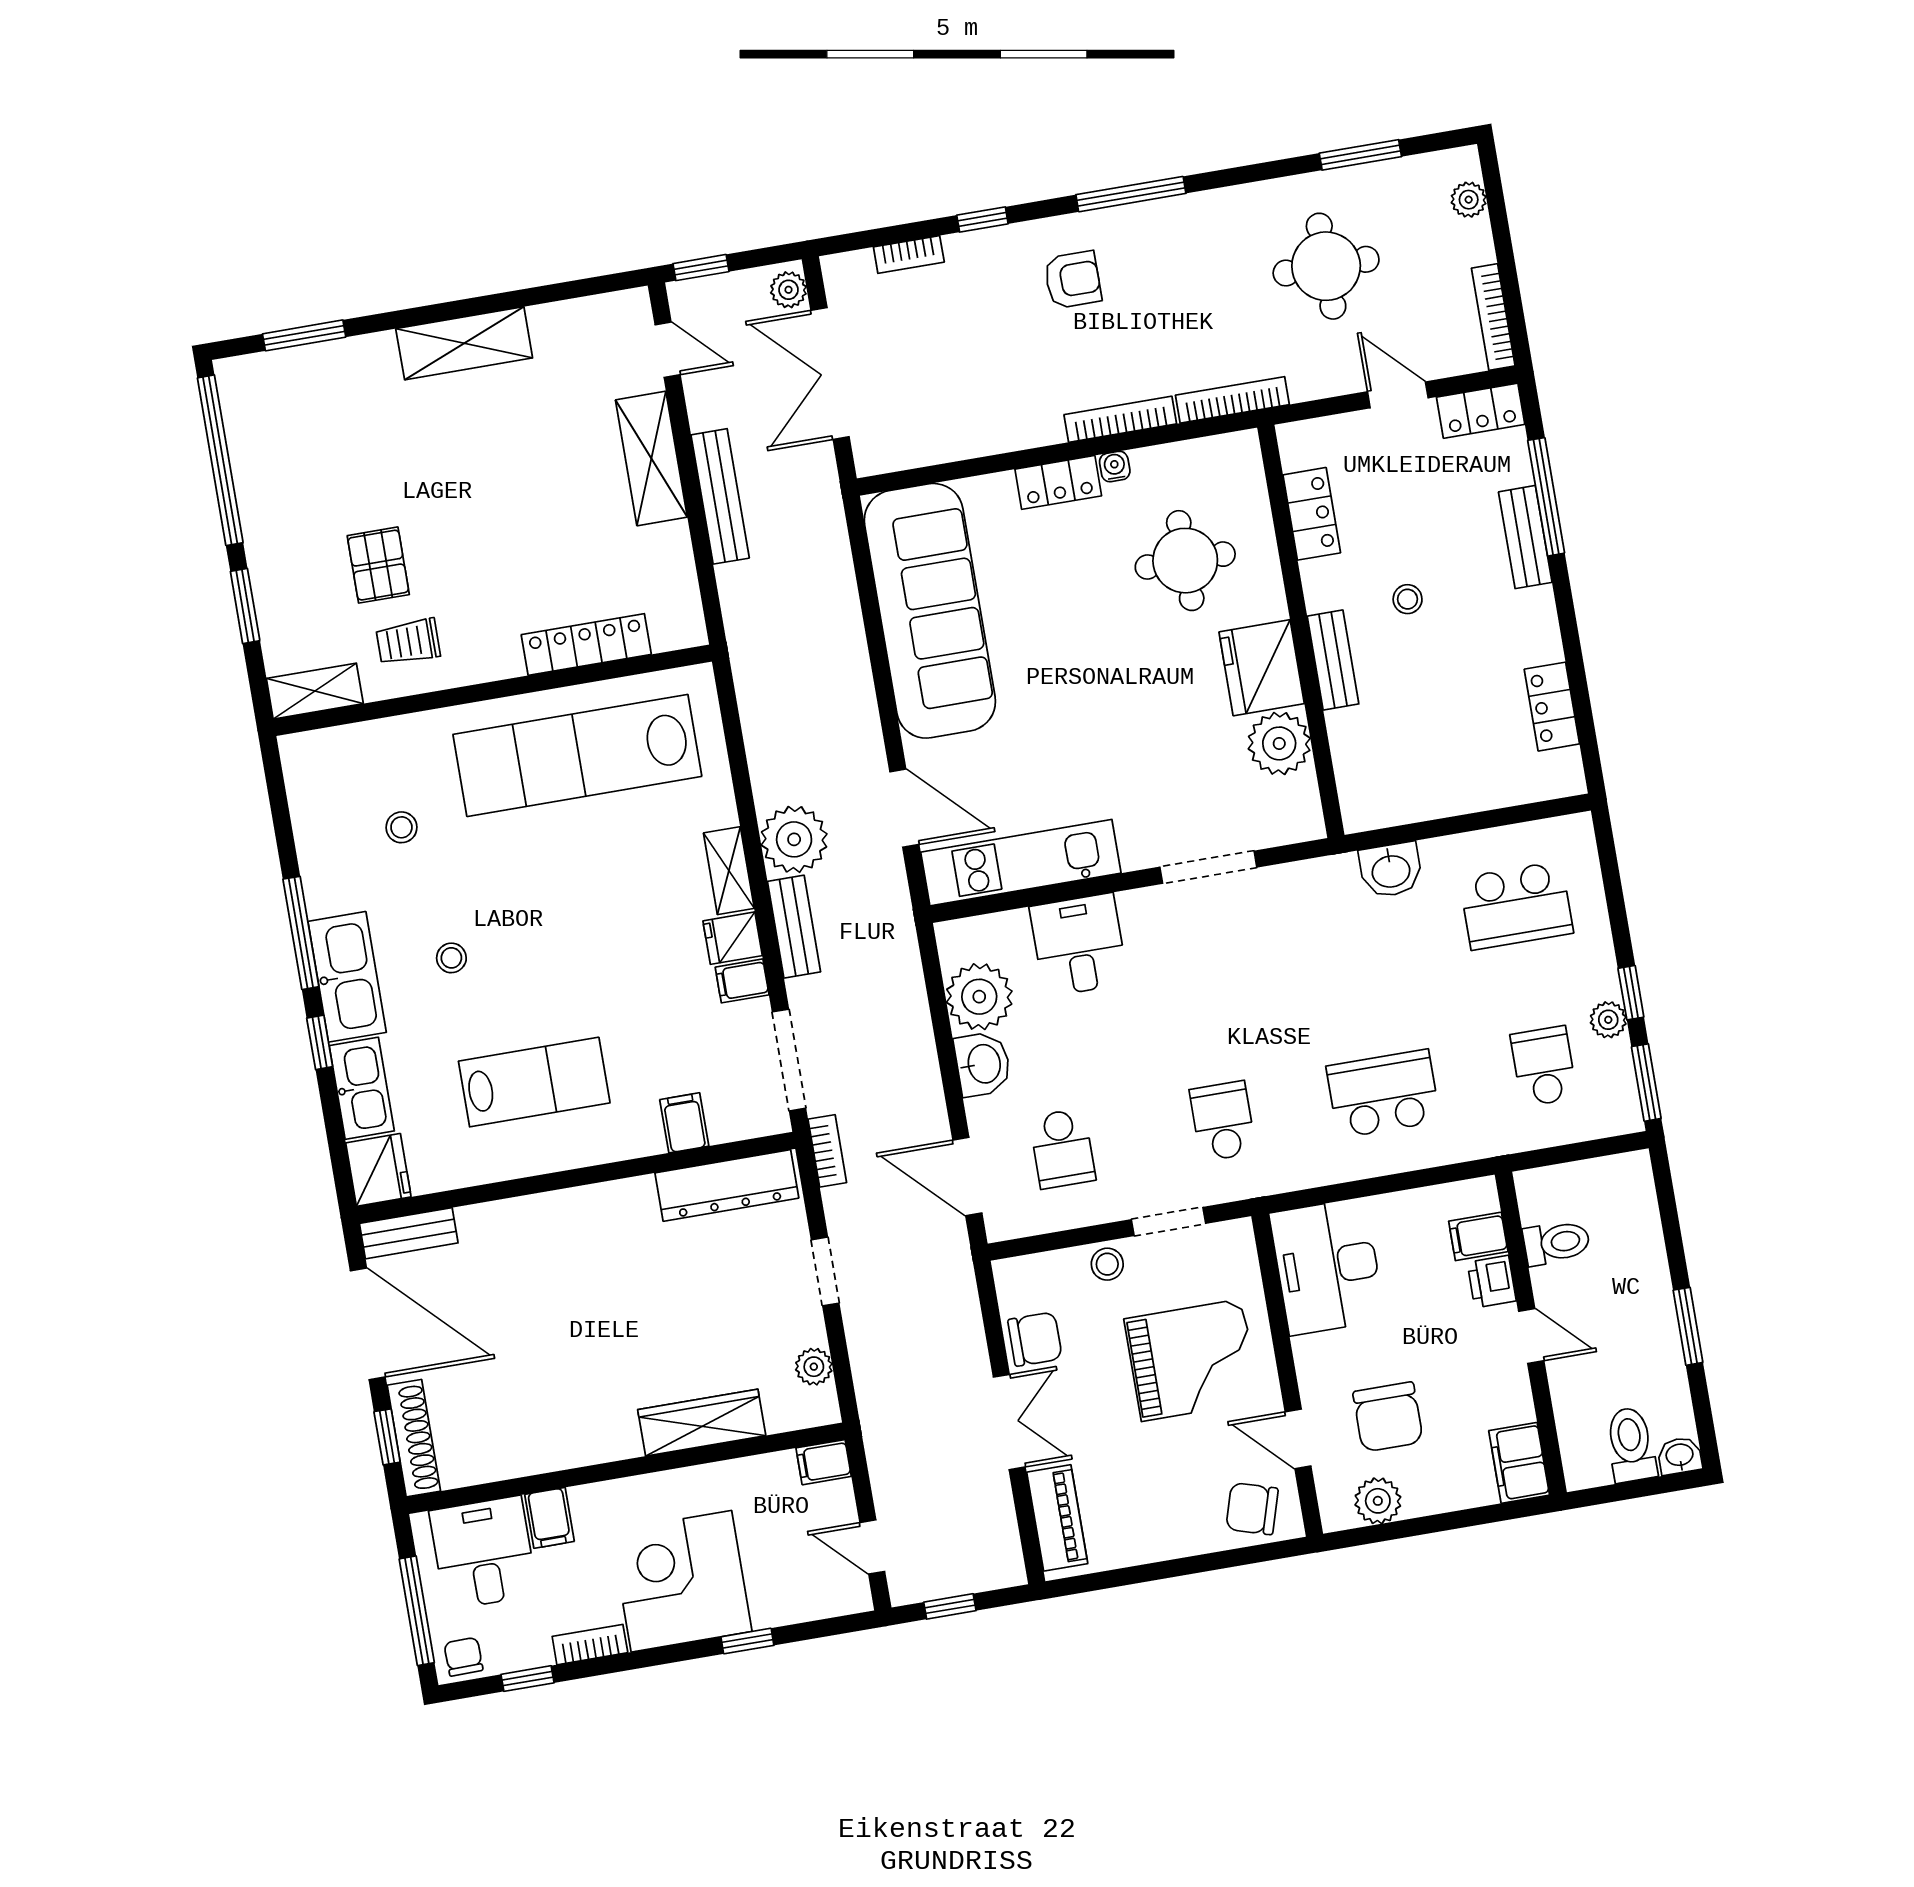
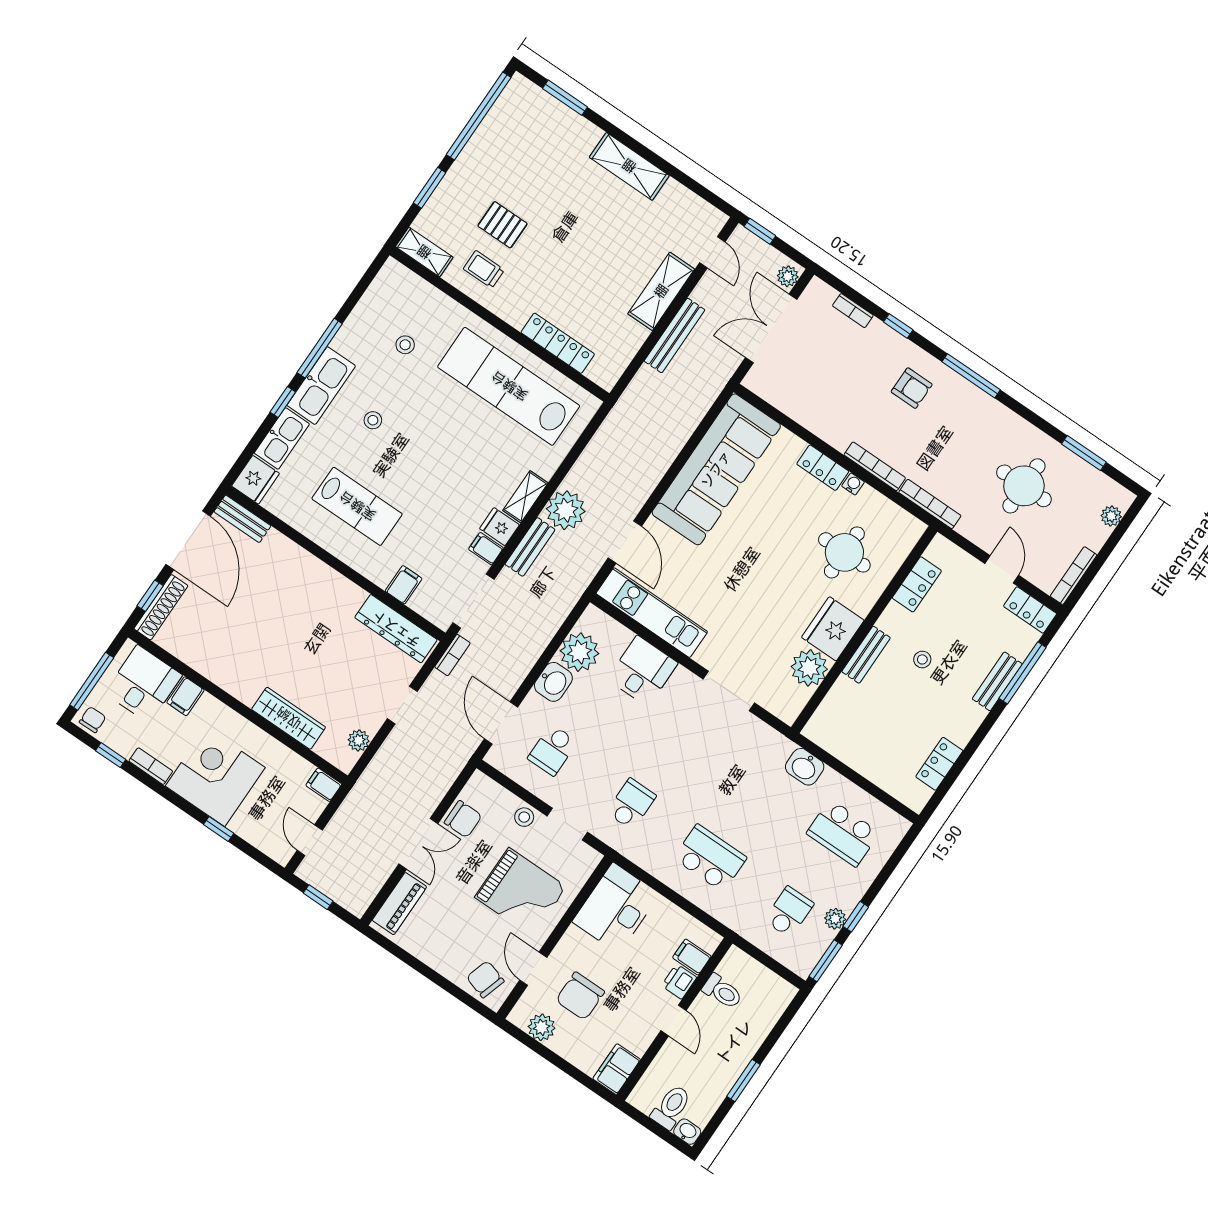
pallet: (378, 565) -> (502, 225), turned 90

